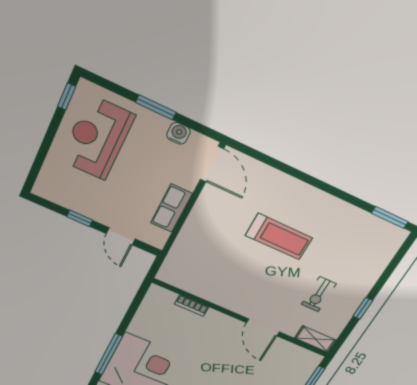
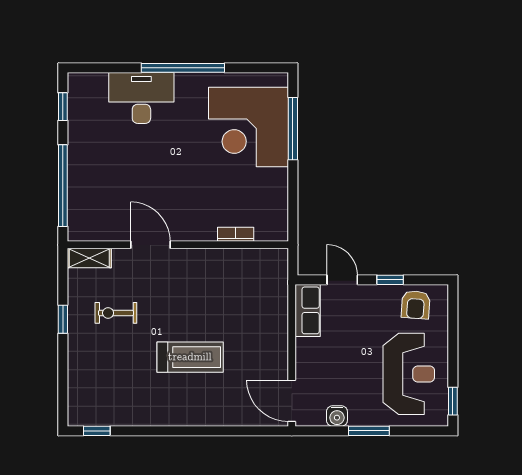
armchair: (66, 190) -> (416, 305), added
row of seats: (171, 208) -> (308, 310), moved
window: (390, 217) -> (97, 431), width x0.67
treadmill: (279, 237) -> (190, 357), turned 180
exercise bike: (319, 294) -> (116, 313), turned -90

